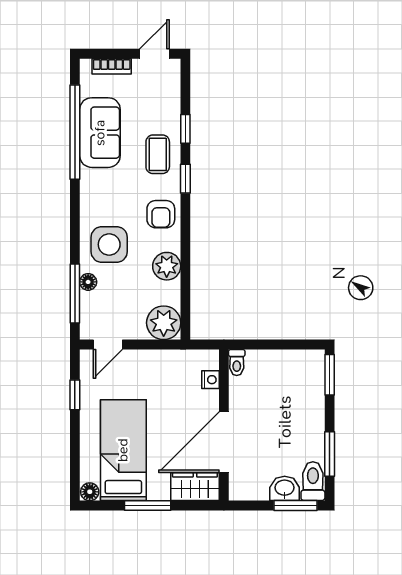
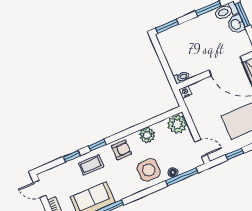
nightstand: (210, 380) -> (185, 92), moved

